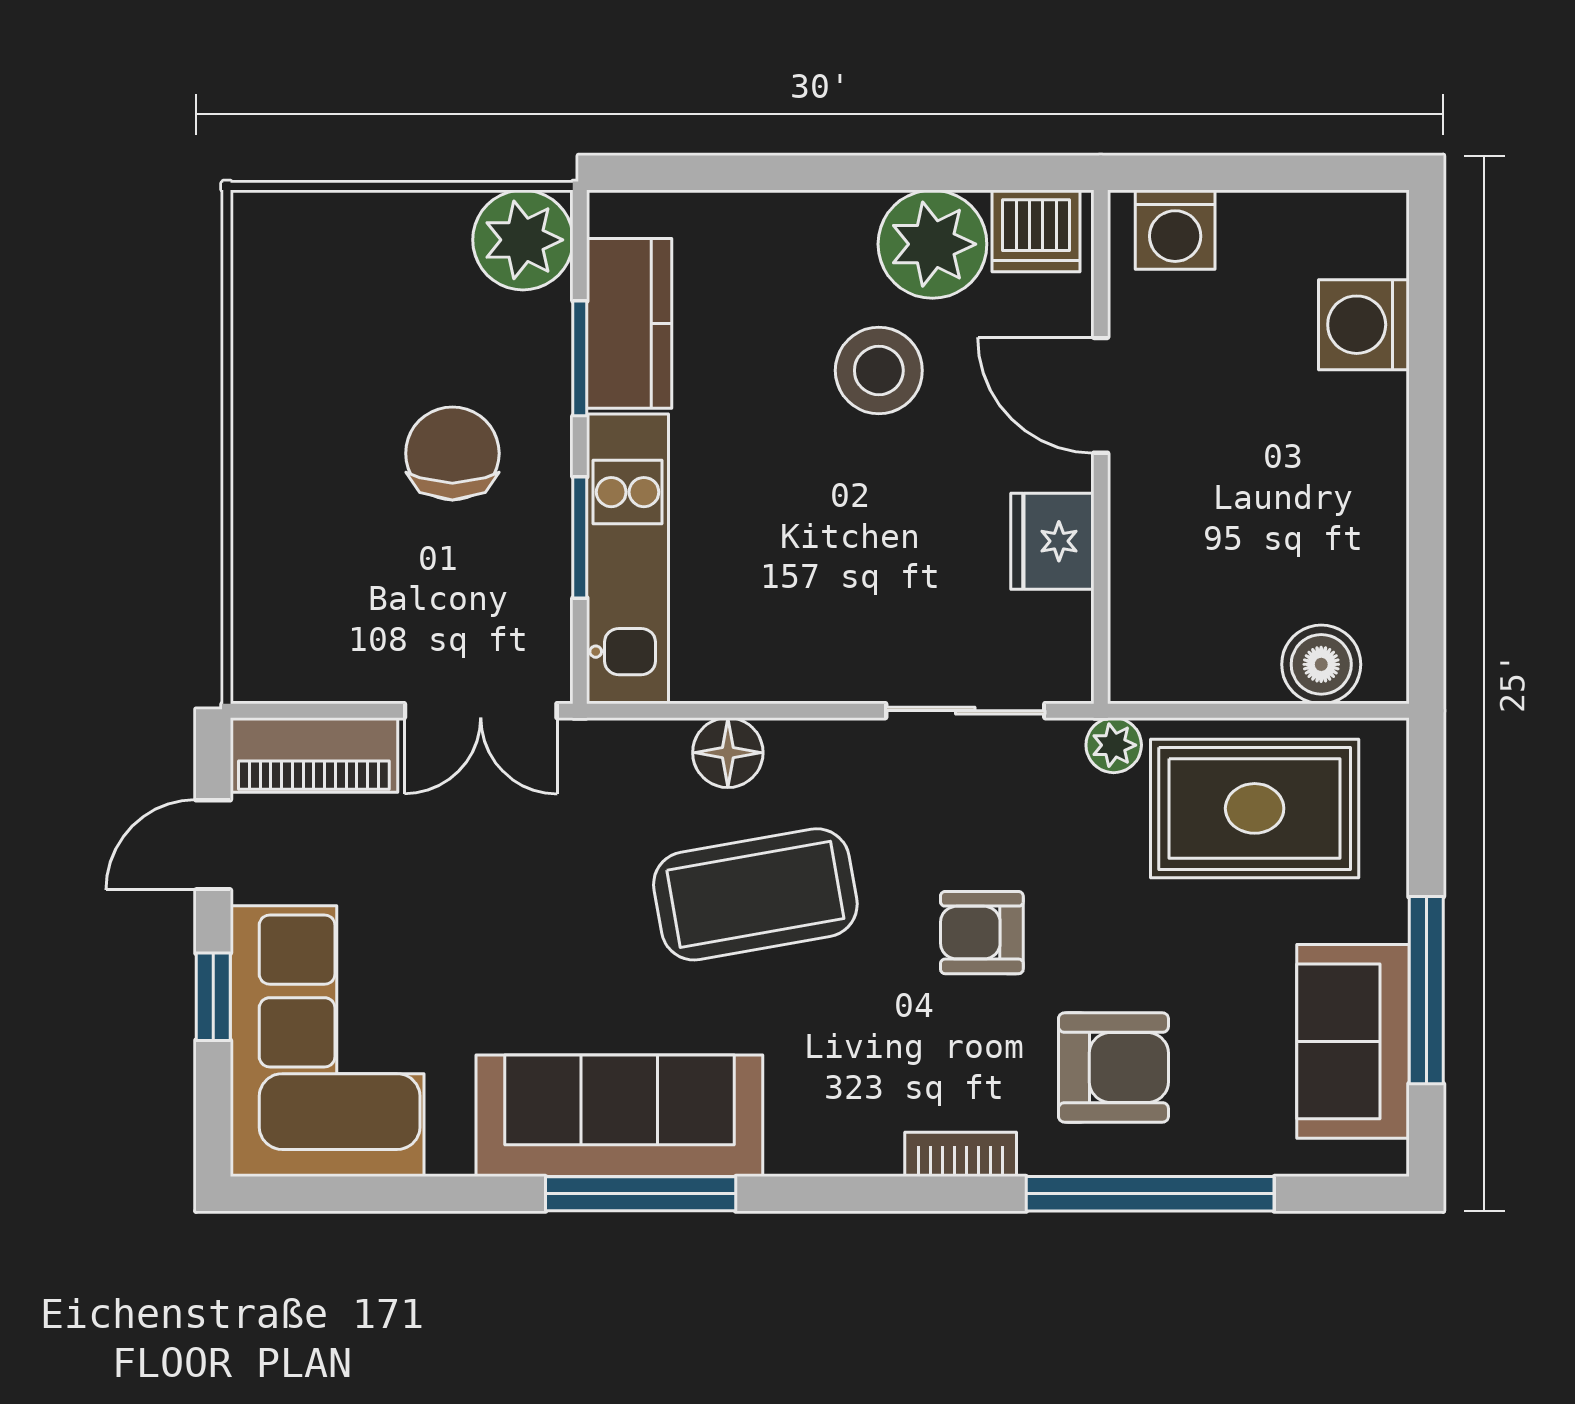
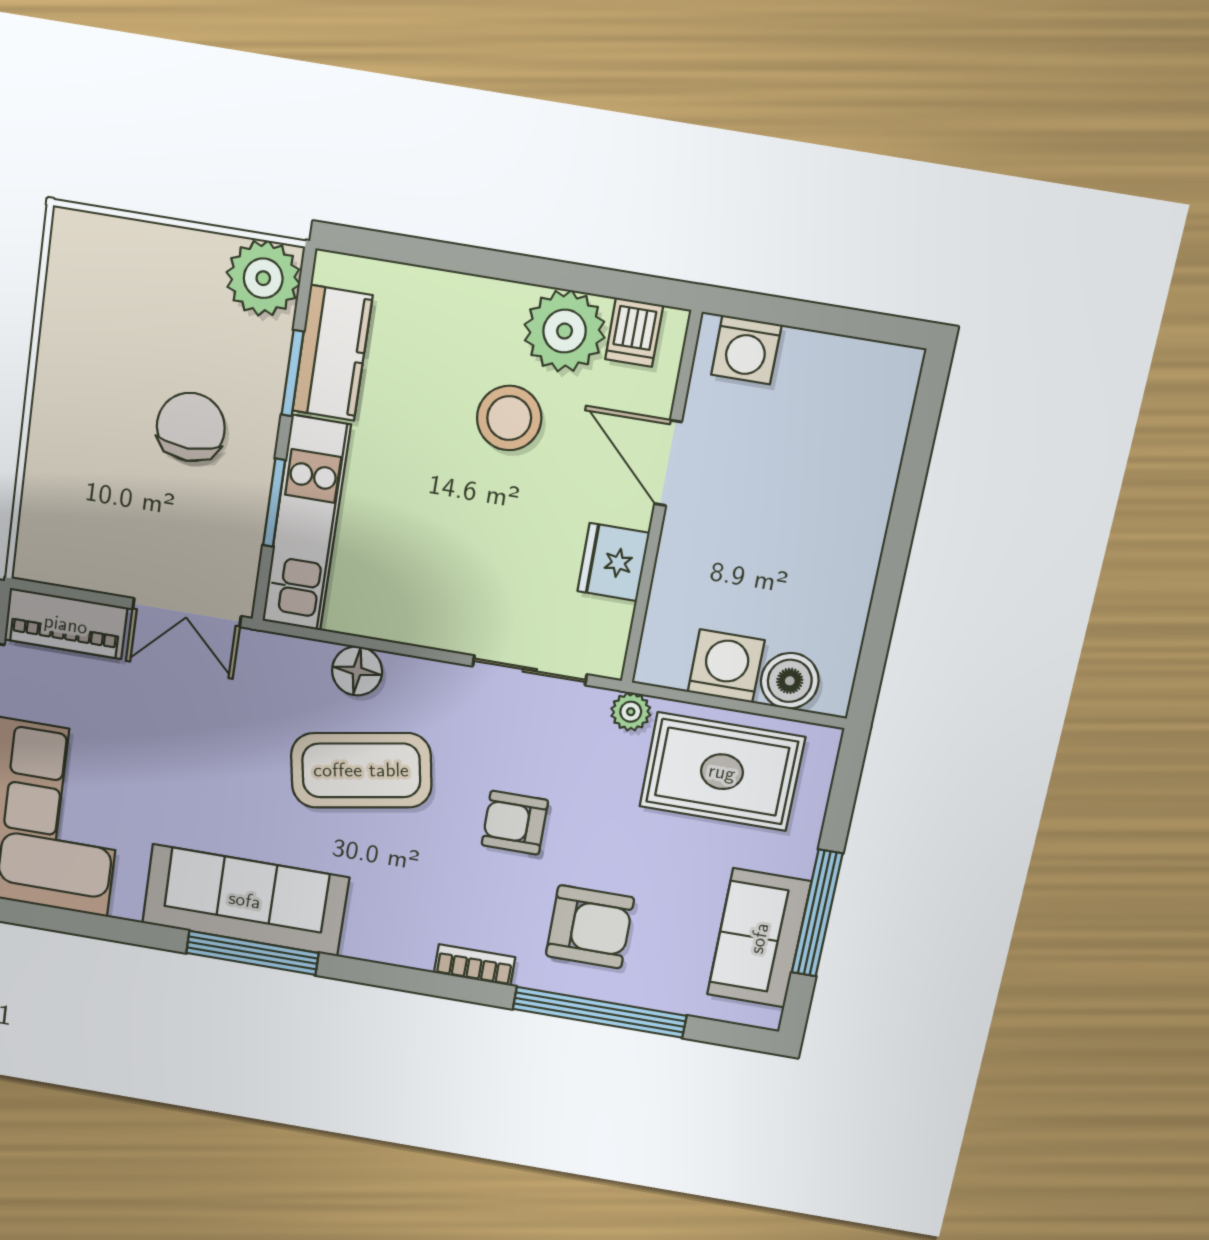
dishwasher: (1036, 231) -> (634, 332), width x0.73
washing machine: (1364, 325) -> (726, 666), moved, turned 90

